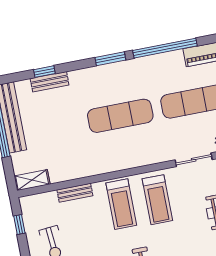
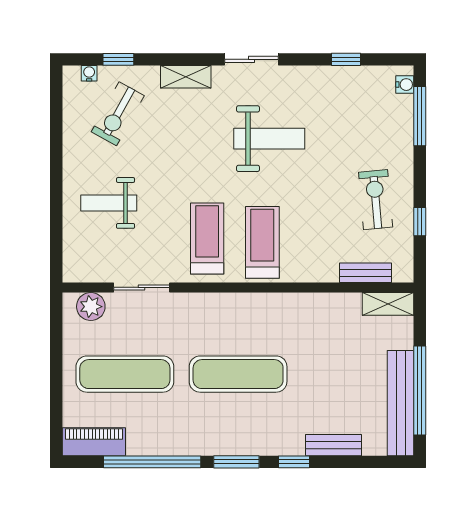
window: (44, 72) -> (294, 462), moved
bench: (75, 193) -> (365, 273), moved
window: (19, 225) -> (420, 222), moved

